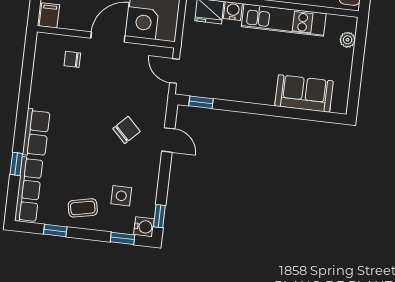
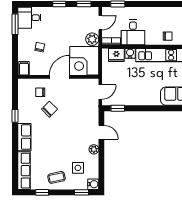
door: (174, 71) -> (100, 92), swing flipped
chair: (127, 130) -> (49, 109), moved
window: (16, 164) -> (15, 116), moved
plant: (152, 167) -> (94, 149), added
window: (159, 216) -> (101, 177), removed

